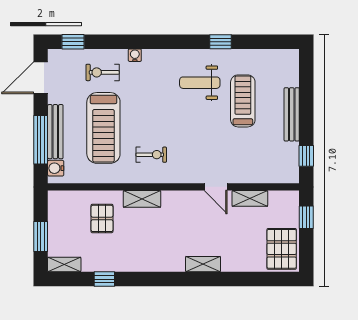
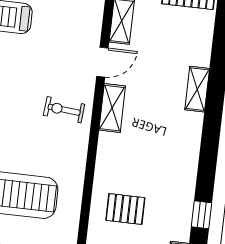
exercise bike: (151, 155) -> (64, 110), moved, turned -85
shelving: (142, 199) -> (112, 108), moved

